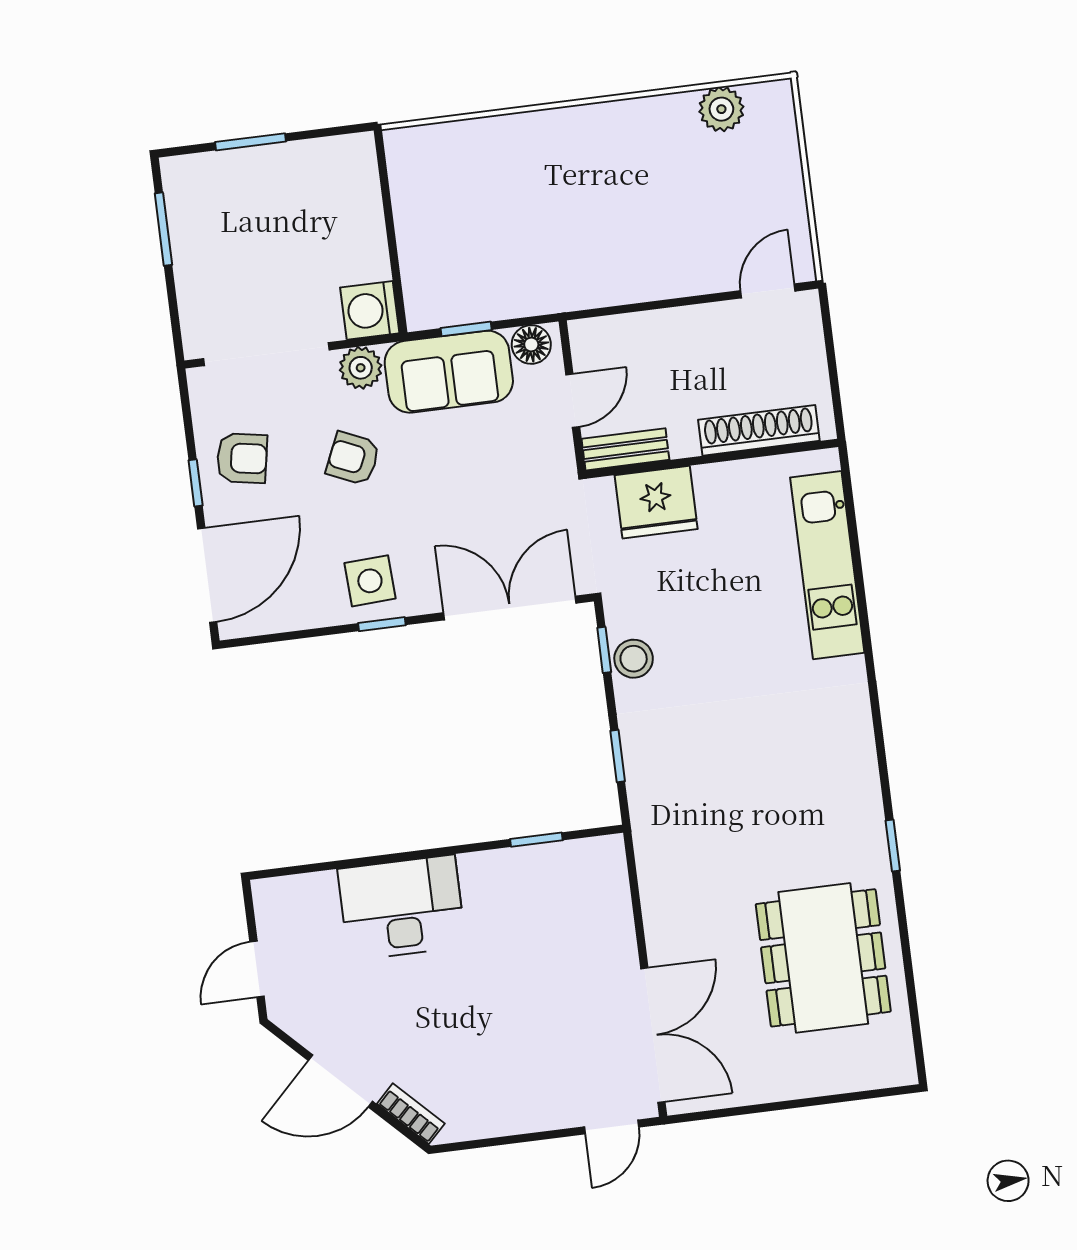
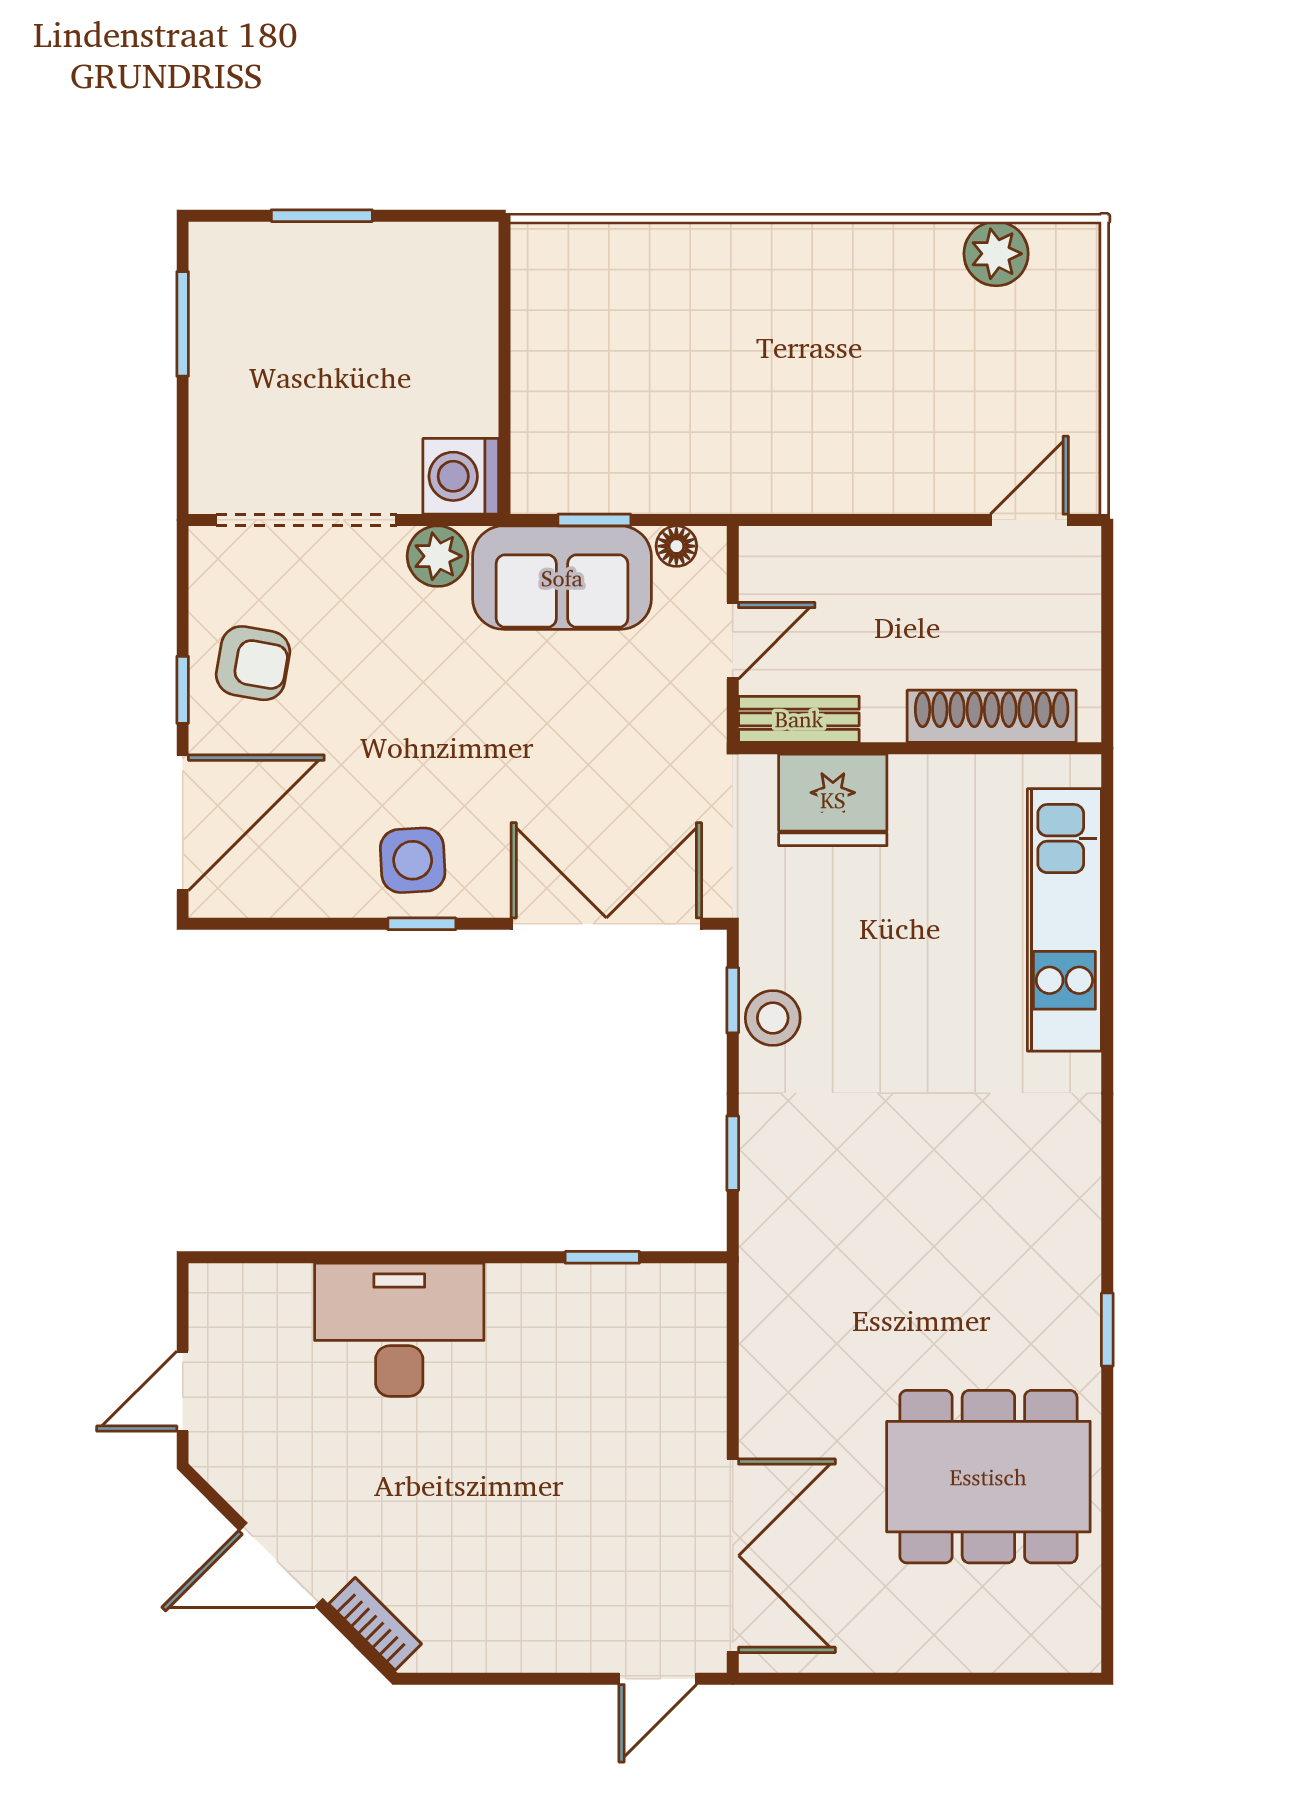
floor lamp: (531, 345) -> (676, 546), width x0.73, depth x0.73
armchair: (353, 458) -> (410, 683), removed
dining table: (823, 958) -> (988, 1477), turned 90

